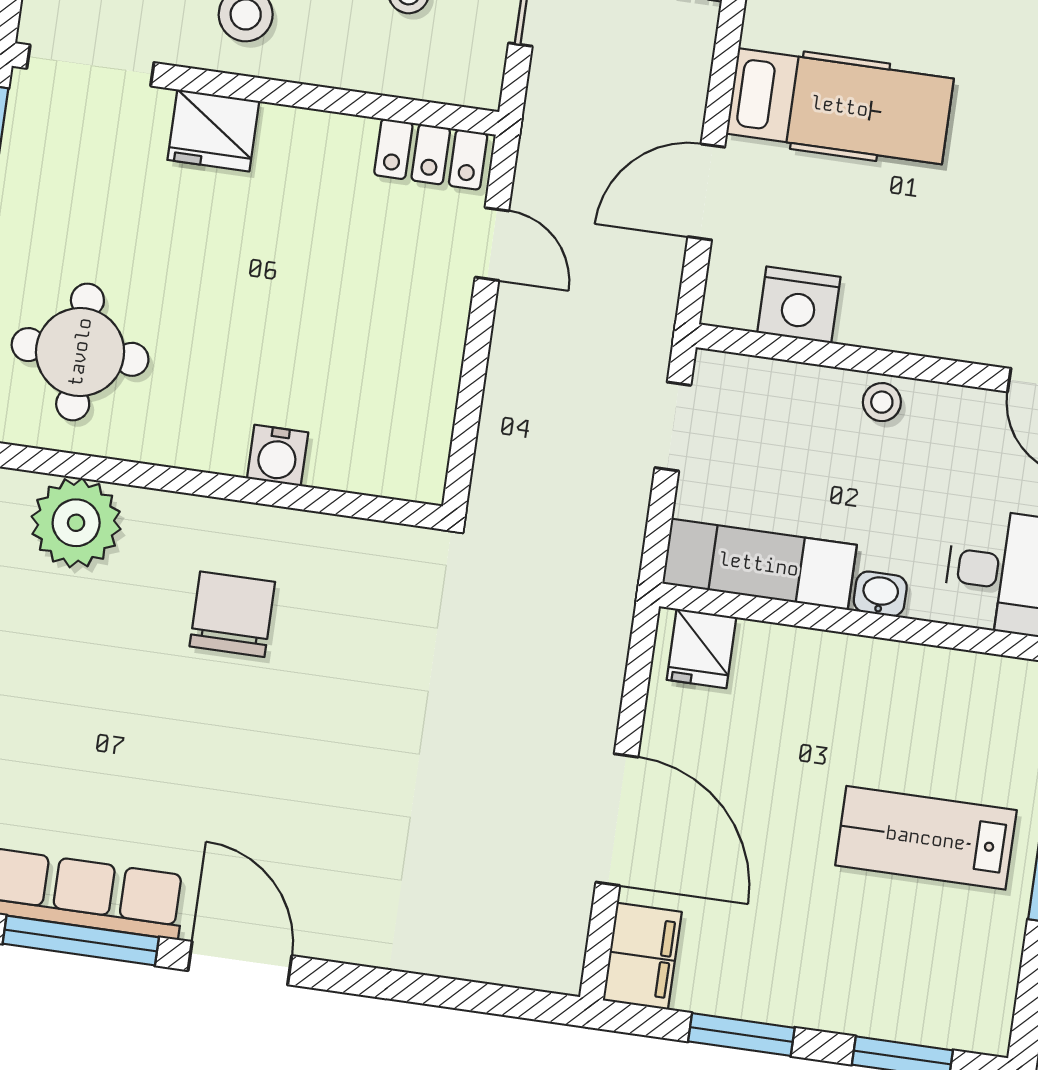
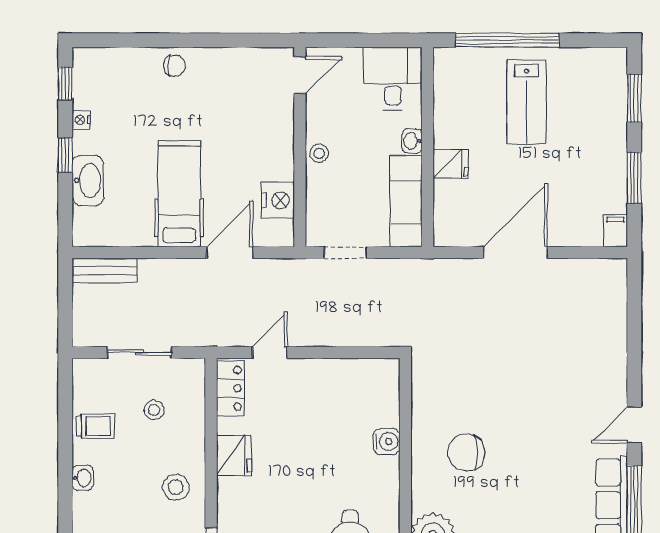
fridge: (213, 130) -> (234, 455), moved
door: (706, 192) -> (230, 253), swing flipped
fridge: (702, 648) -> (451, 164), moved
door: (617, 820) -> (515, 253), moved
filing cabinet: (642, 956) -> (615, 231), width x0.50
door: (240, 963) -> (634, 425), width x0.73

